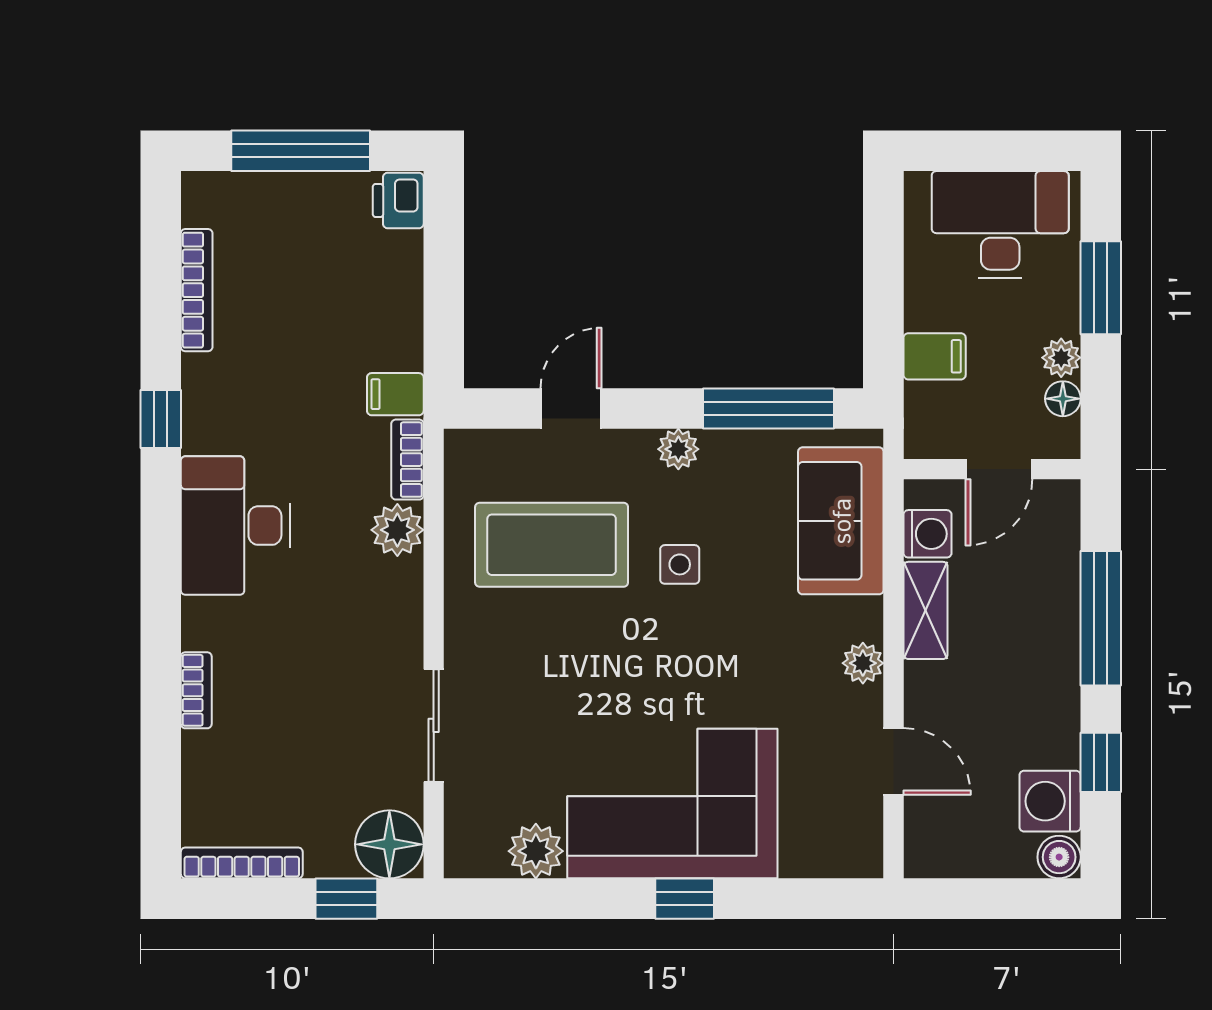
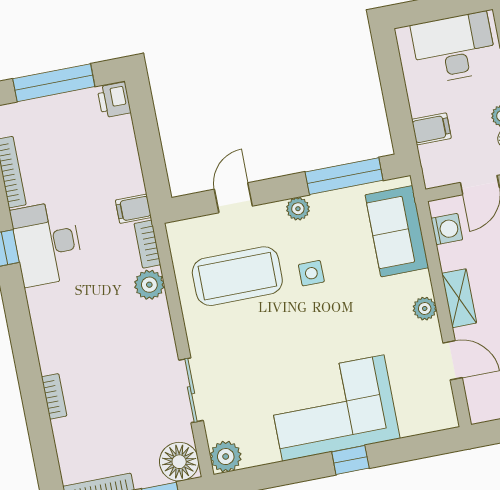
desk: (235, 526) -> (47, 243), moved
shelving: (926, 610) -> (459, 298), moved
plant: (536, 851) -> (226, 457), moved

